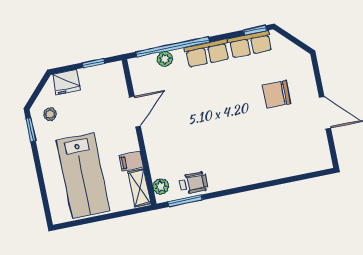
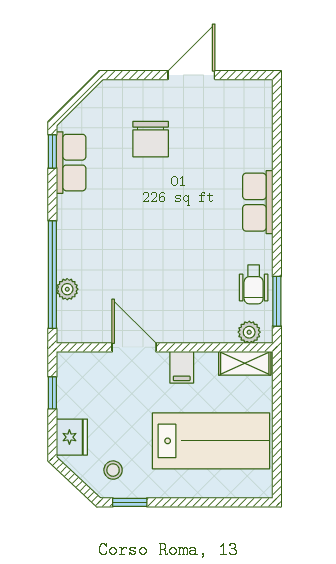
row of seats: (207, 53) -> (258, 202), moved, turned 180
filing cabinet: (131, 161) -> (182, 367), moved
wheelchair: (193, 183) -> (254, 284), turned 180

